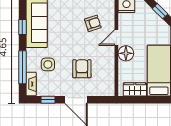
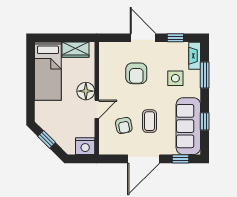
armchair: (93, 23) -> (124, 125), turned -83
coffee table: (70, 27) -> (150, 121), added
window: (22, 67) -> (205, 75), width x0.69

